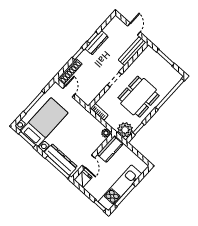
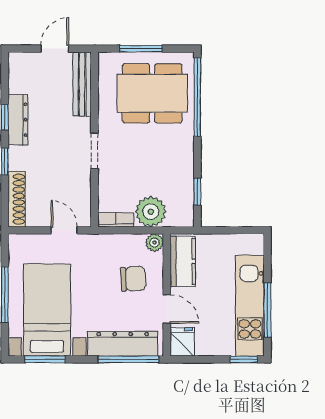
door: (134, 29) -> (55, 49), hinge flipped
door: (69, 91) -> (64, 230), moved
dining table: (139, 97) -> (152, 93), moved, turned 90
plant: (125, 130) -> (151, 212), moved
chair: (86, 139) -> (133, 279), added

